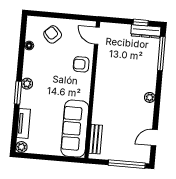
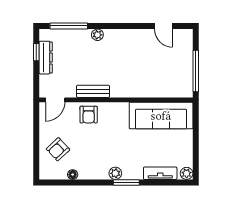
dresser: (146, 31) -> (46, 58), moved
plant: (150, 97) -> (97, 35), moved
bench: (96, 139) -> (93, 91), moved
window: (127, 164) -> (196, 71), moved

